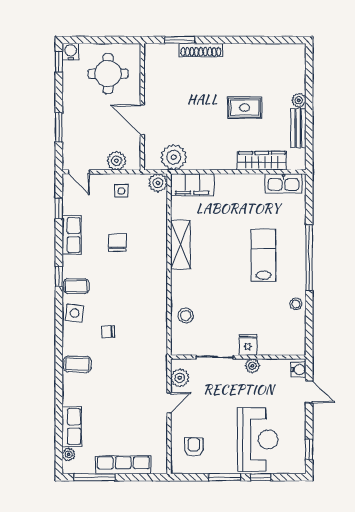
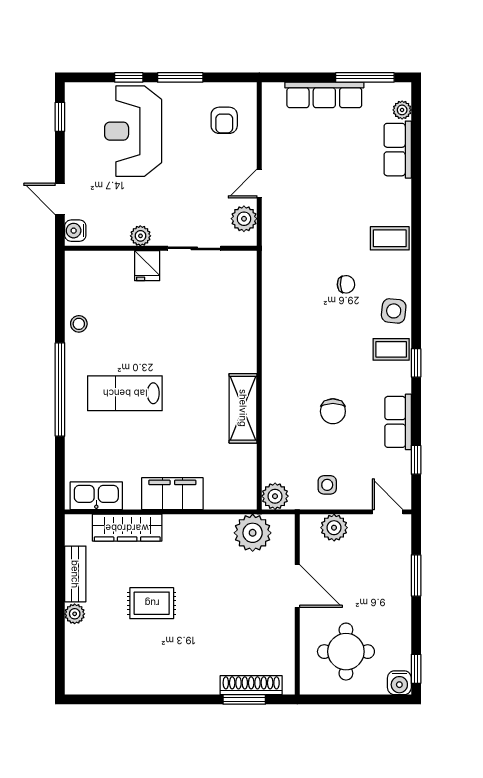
shoe rack: (201, 50) -> (251, 685), moved
filing cabinet: (192, 185) -> (172, 494), moved
lab bench: (263, 255) -> (125, 393), turned 90
stool: (186, 315) -> (236, 308), removed

